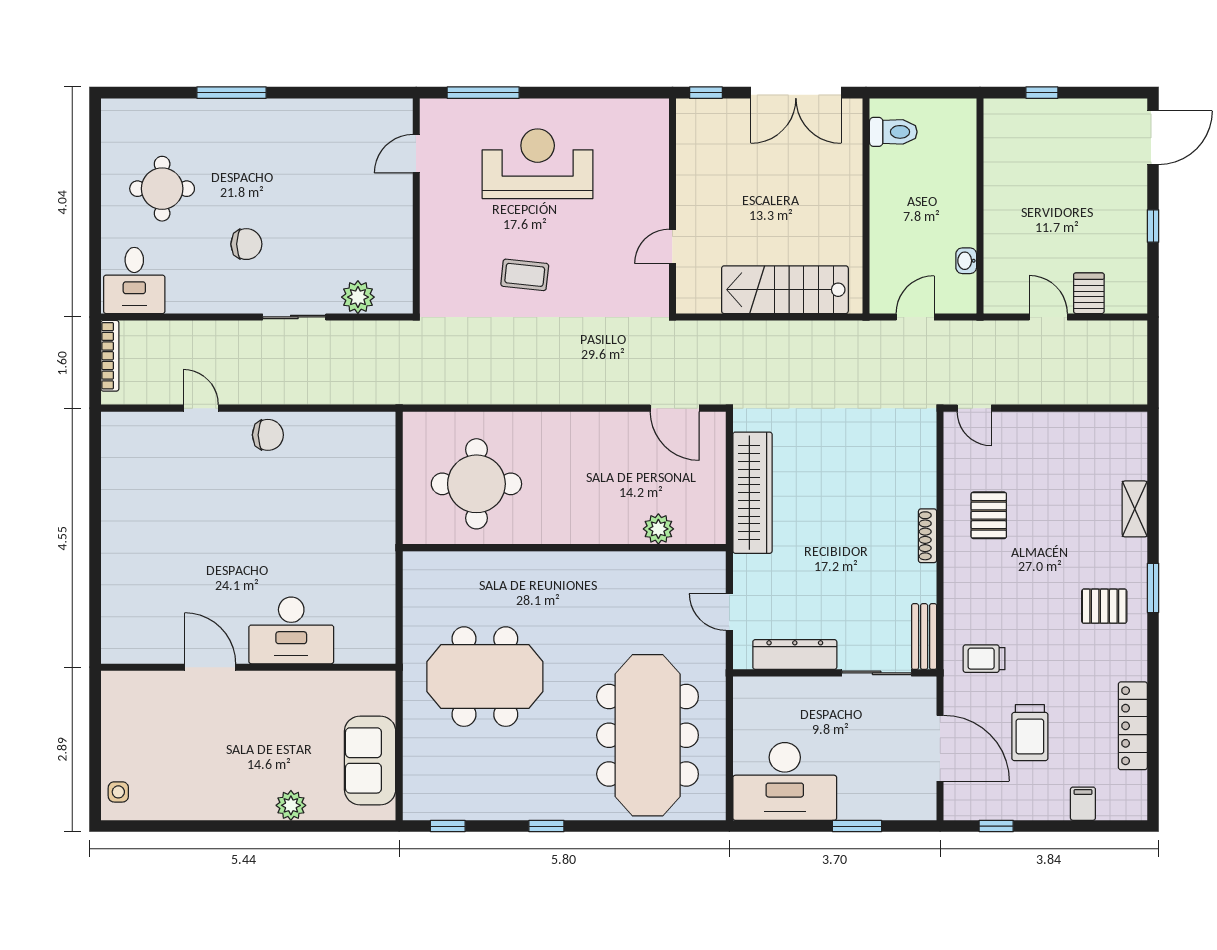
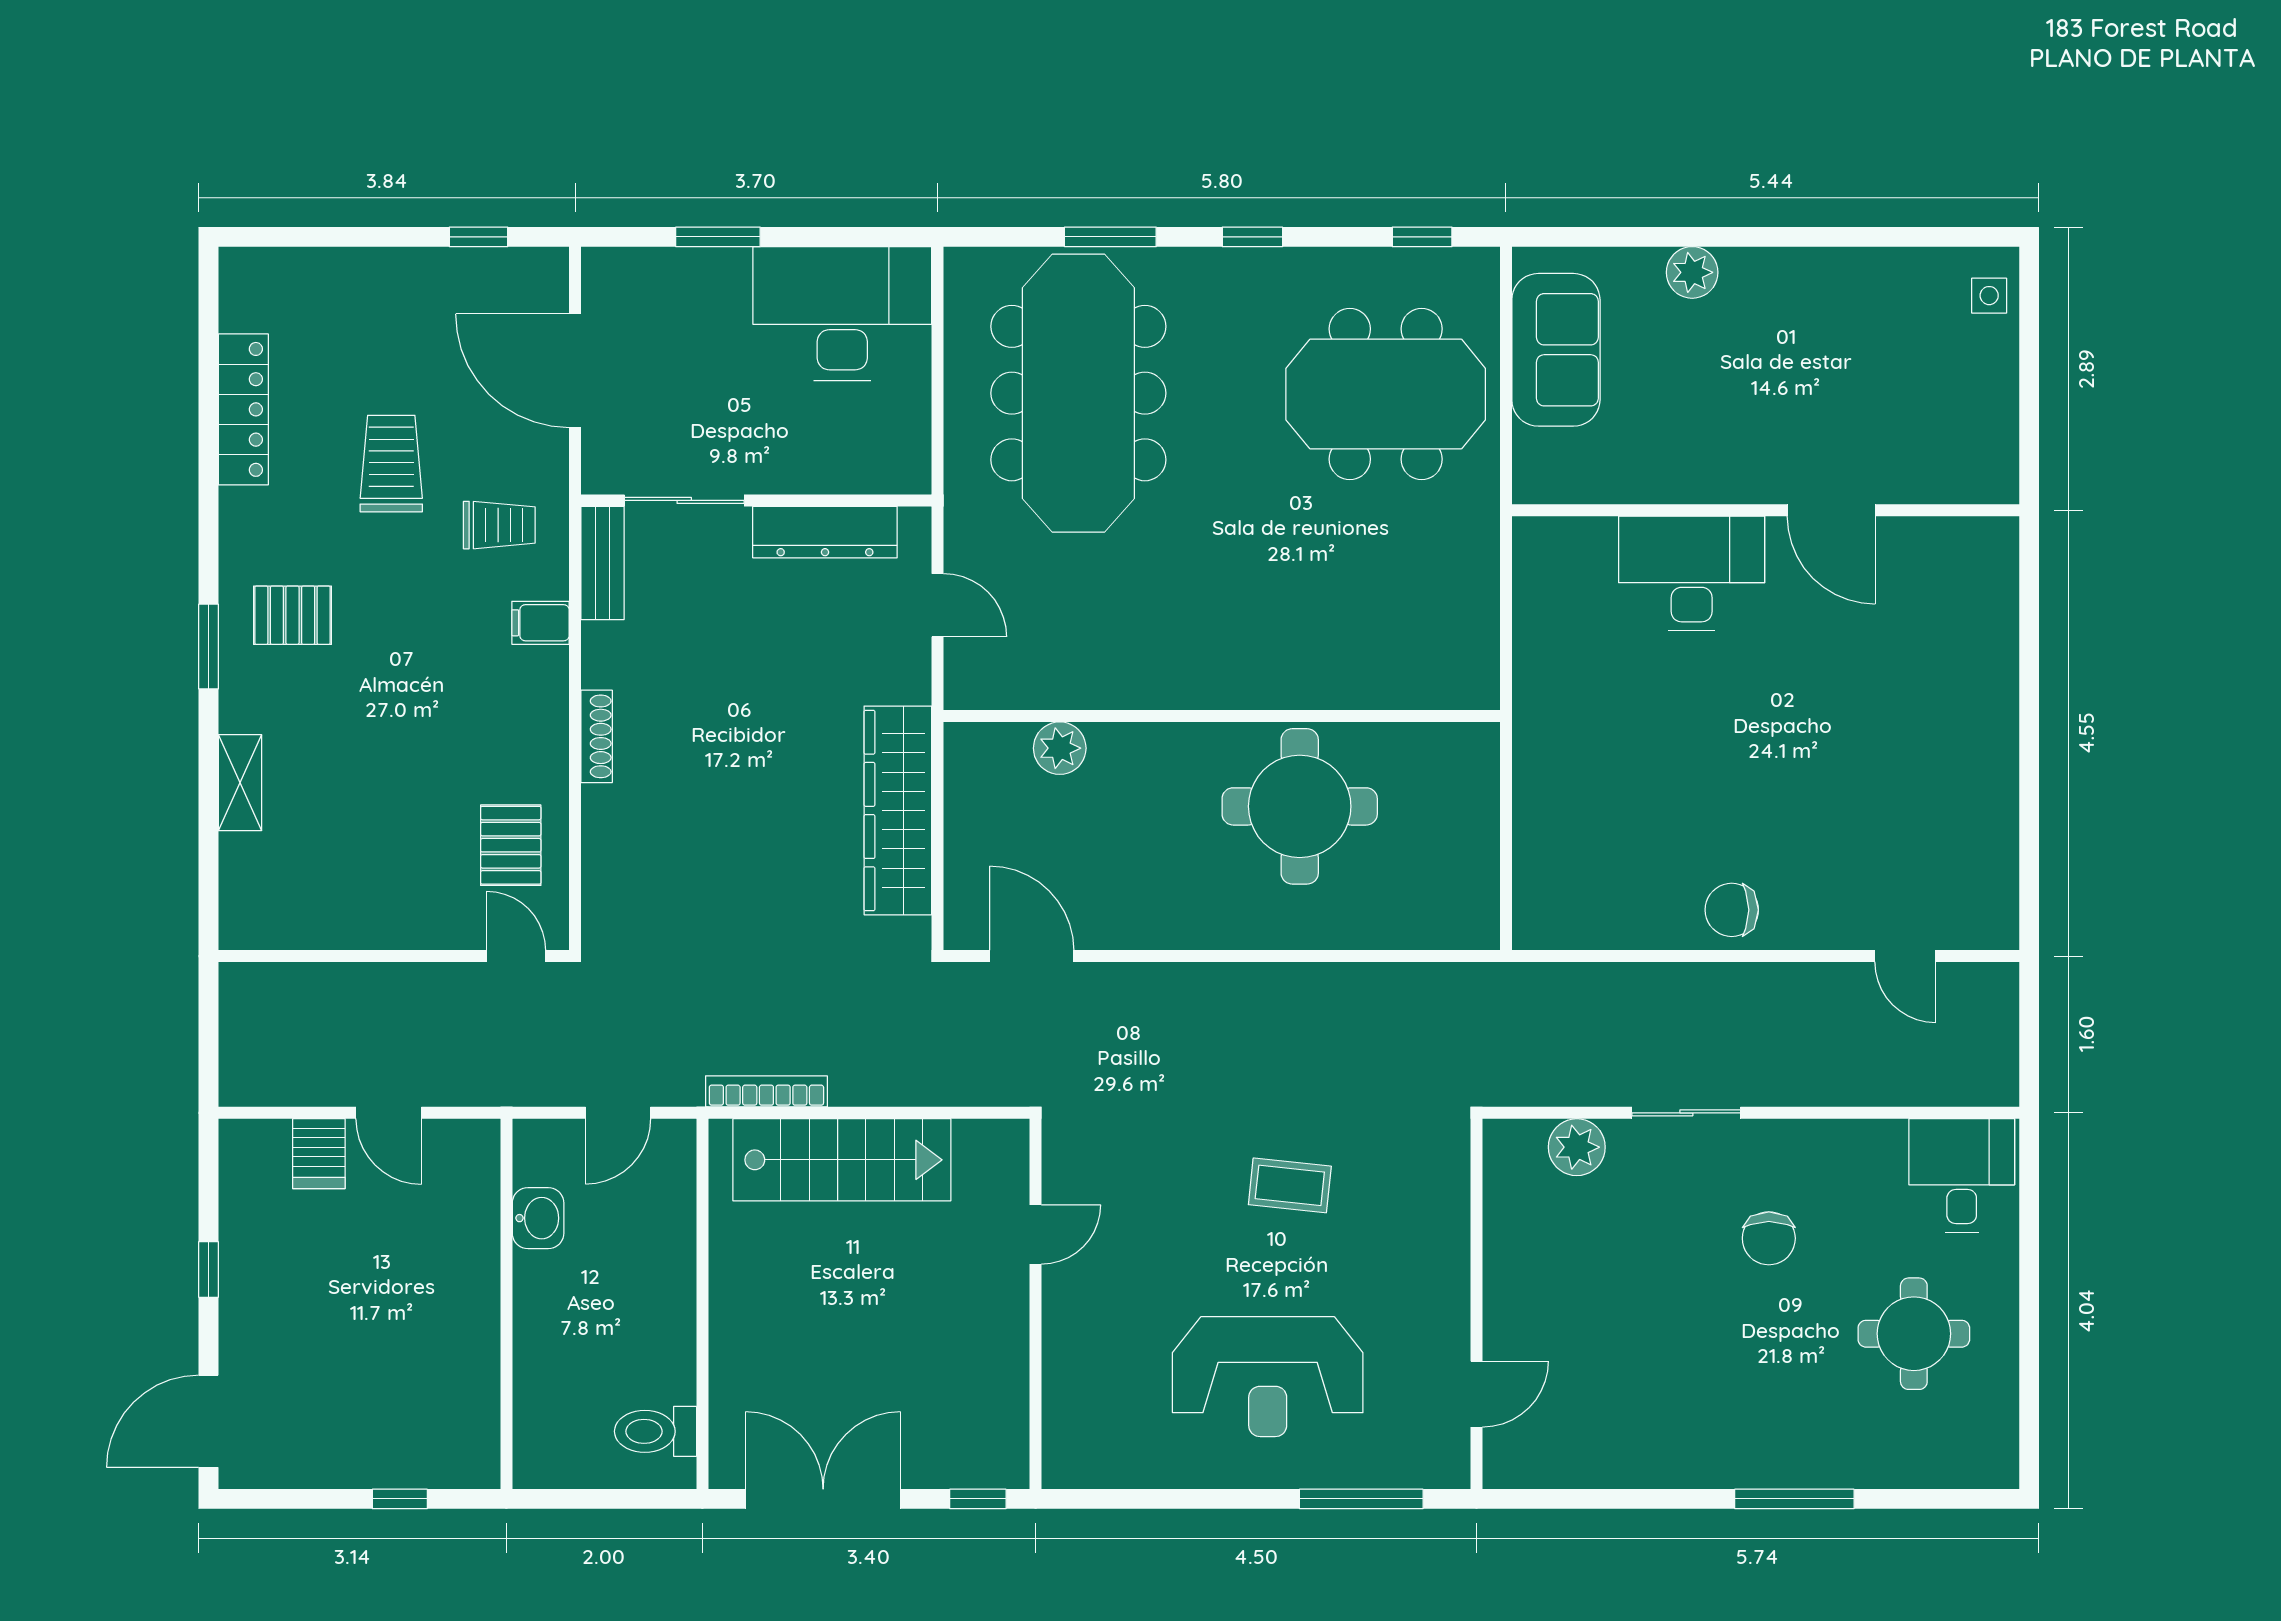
chair: (246, 244) -> (1769, 1238), turned -90
washbasin: (966, 261) -> (538, 1218), width x1.38, depth x1.45
bookcase: (110, 356) -> (766, 1091), moved, turned 90
door: (201, 408) -> (1905, 956), moved
round table: (476, 484) -> (1300, 806), moved
pallet: (989, 515) -> (511, 845), moved
meeting table: (485, 677) -> (1386, 394), moved
trolley: (1030, 733) -> (391, 464), moved
filing cabinet: (1083, 804) -> (540, 623), moved, turned 90
window: (629, 826) -> (1110, 237), added

